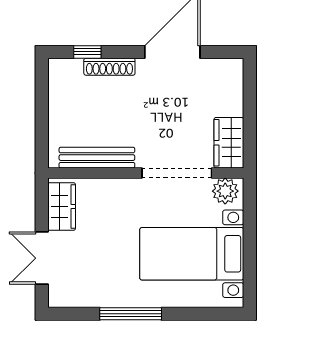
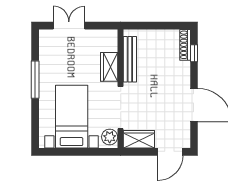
shoe rack: (109, 67) -> (185, 45), moved
door: (250, 91) -> (170, 152), added
wardrobe: (62, 207) -> (109, 67), moved, turned 90

